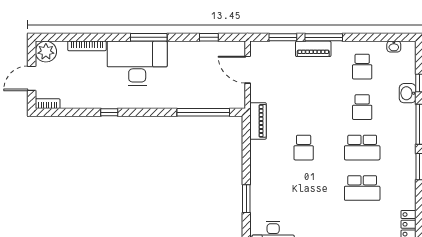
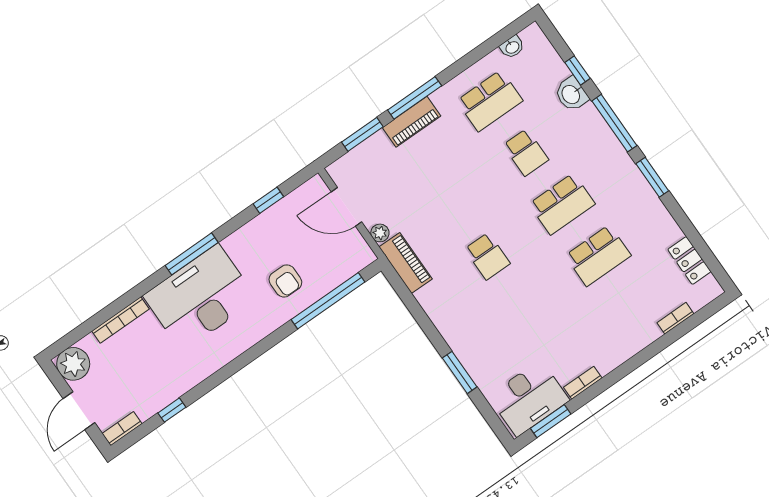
school desk: (362, 67) -> (490, 101), width x1.85
armchair: (188, 86) -> (285, 281), added
plant: (256, 96) -> (380, 233), added
window: (109, 112) -> (172, 410), moved

